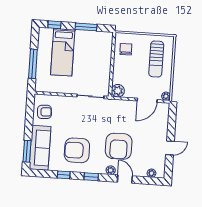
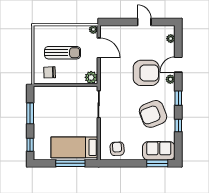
bed: (63, 52) -> (74, 147), moved, turned 180
sun lounger: (156, 59) -> (63, 53), moved
sofa: (40, 148) -> (159, 151), width x0.73
armchair: (77, 150) -> (153, 114), turned 69

